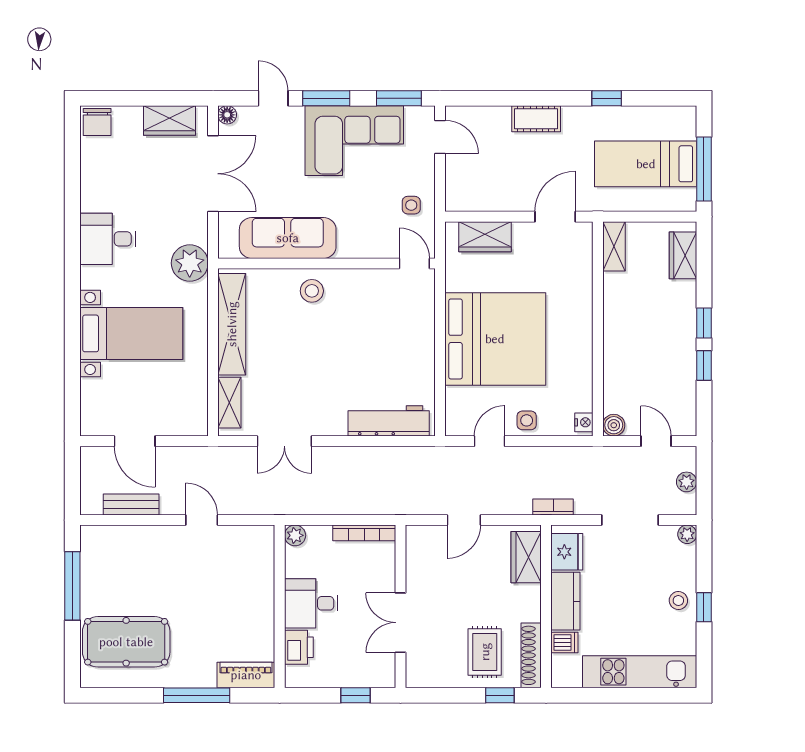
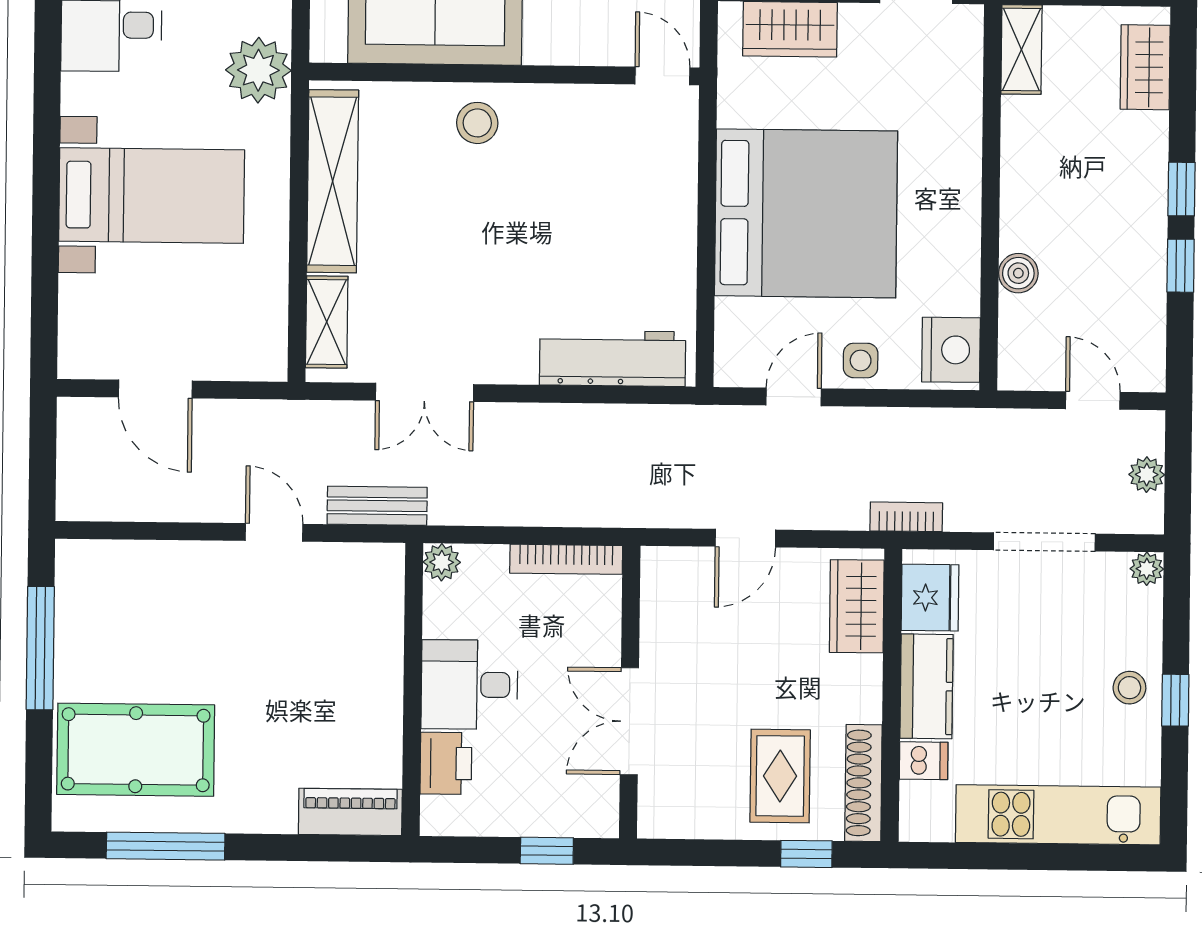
nightstand: (584, 422) -> (951, 350), width x1.89, depth x1.79
boiler: (614, 425) -> (1018, 273), moved
bench: (131, 504) -> (377, 506), moved
window: (197, 695) -> (166, 846), moved

